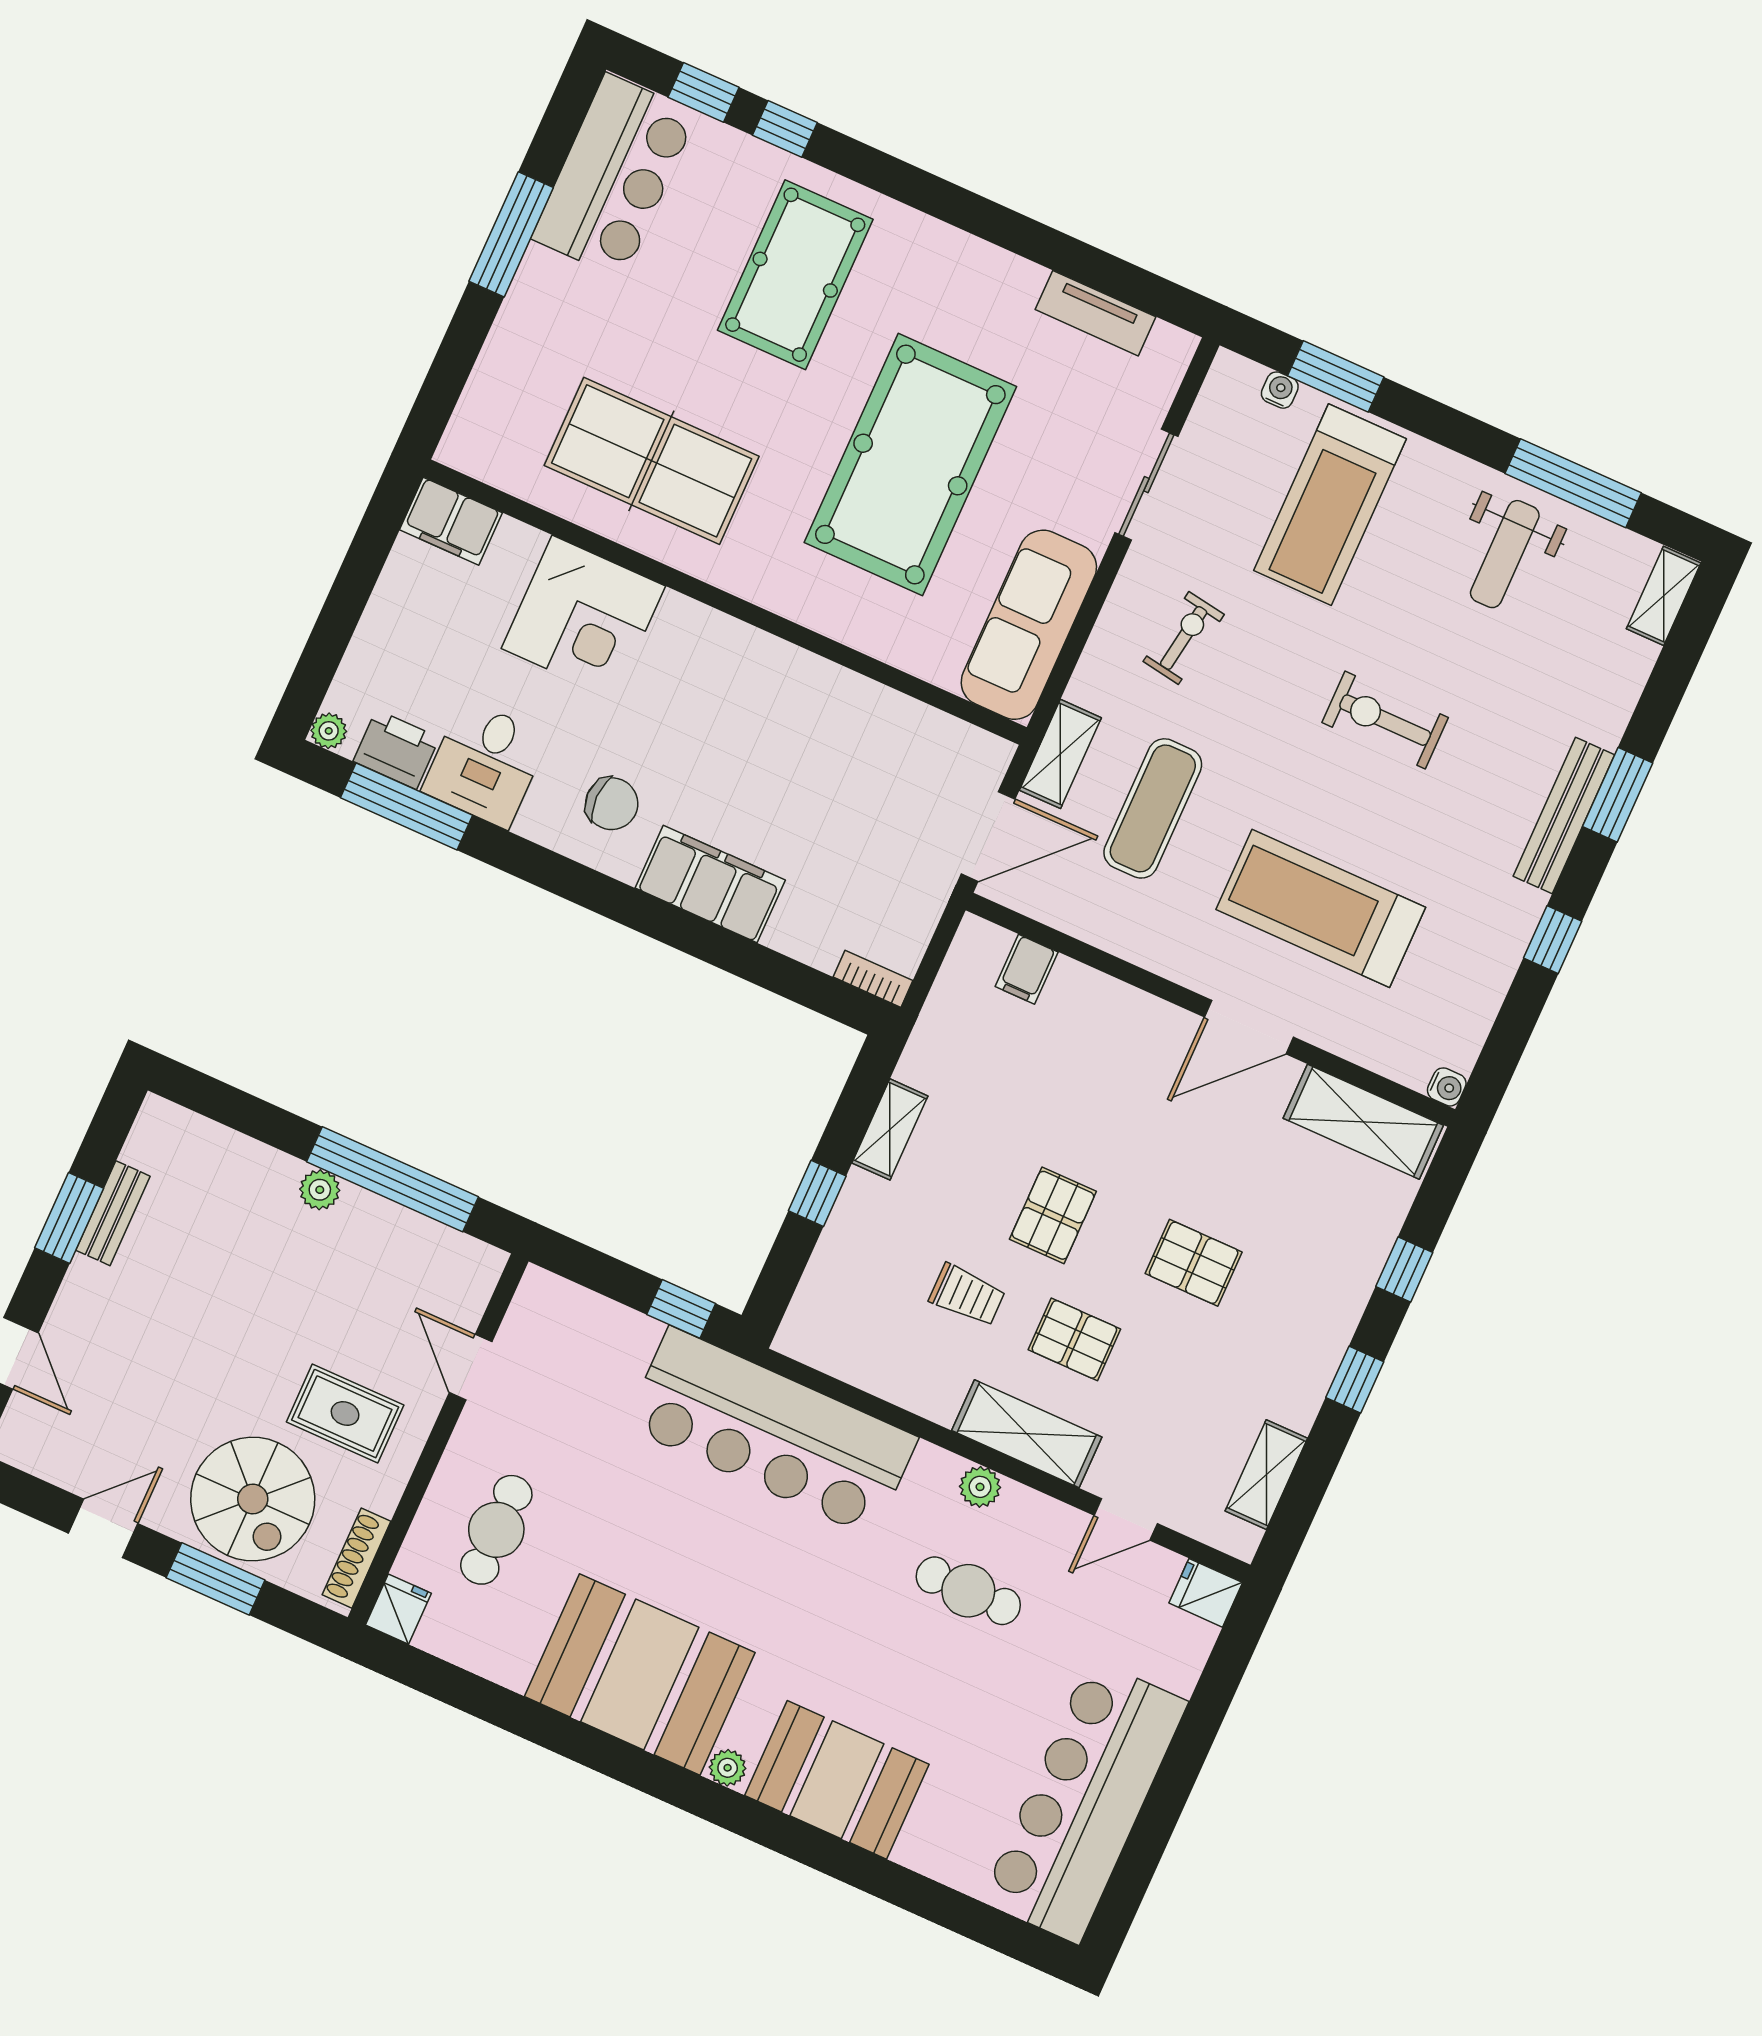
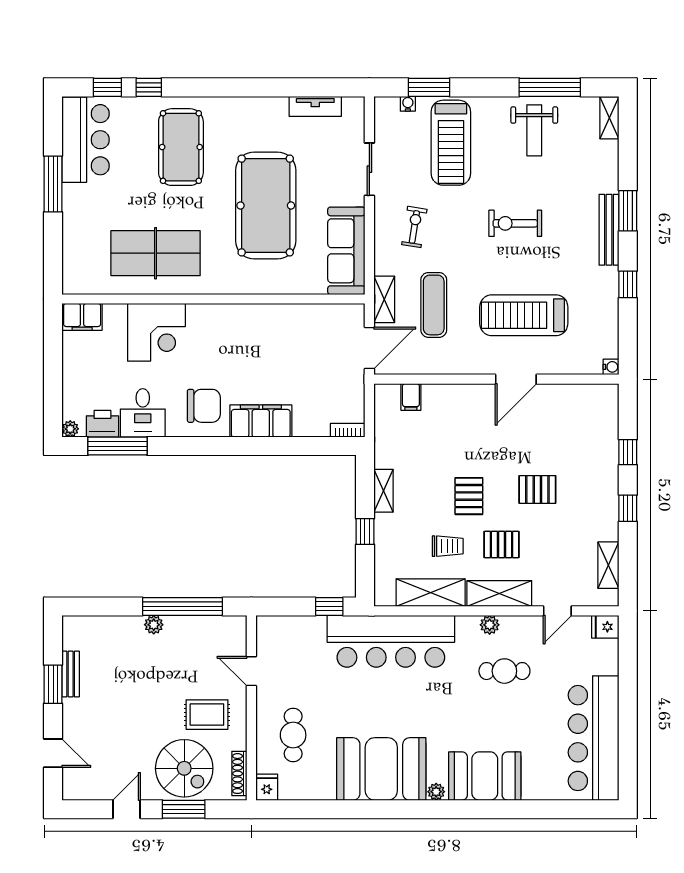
chair: (612, 804) -> (204, 406), width x1.37, depth x1.37
shelving: (1363, 1122) -> (431, 593), moved

